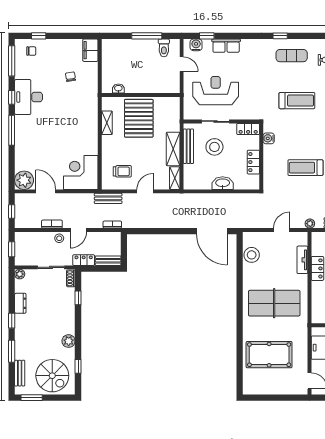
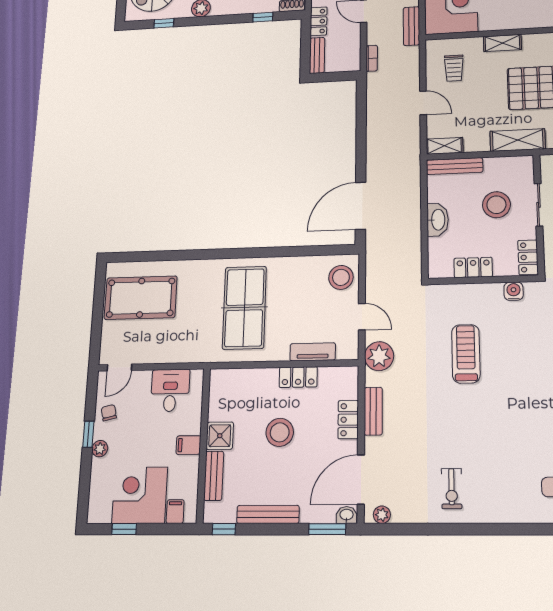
shelving: (107, 123) -> (502, 43), moved
bench: (188, 146) -> (455, 166), moved
shelving: (173, 149) -> (518, 140), moved
bench: (108, 198) -> (411, 26), moved
plant: (310, 224) -> (379, 356), width x1.88, depth x1.88
stool: (252, 255) -> (341, 277), moved
pool table: (269, 355) -> (141, 298), moved, turned 90

